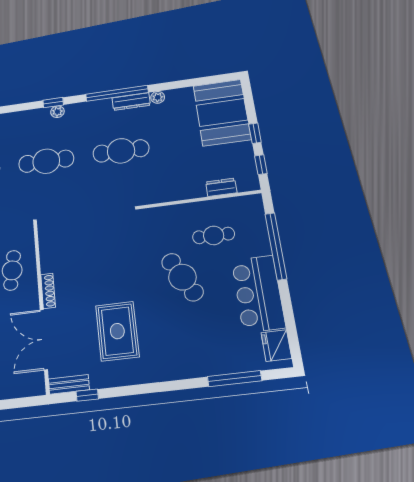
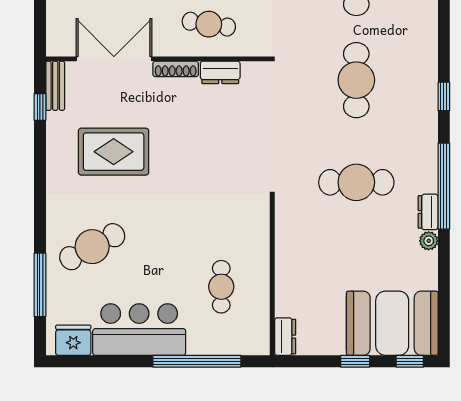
dresser: (131, 102) -> (428, 212), width x0.70
plant: (57, 112) -> (429, 101), removed
cafe table: (121, 151) -> (356, 182), turned 90
window: (261, 165) -> (410, 361), moved
dresser: (221, 187) -> (285, 337), moved
dresser: (48, 257) -> (220, 72), added
cafe table: (182, 277) -> (92, 247), moved

